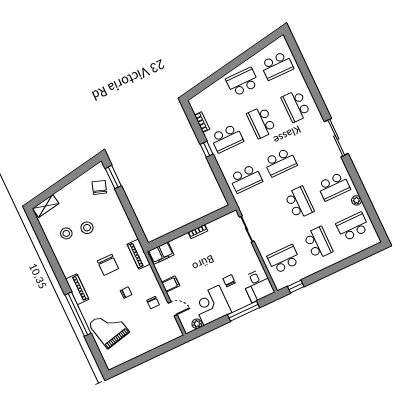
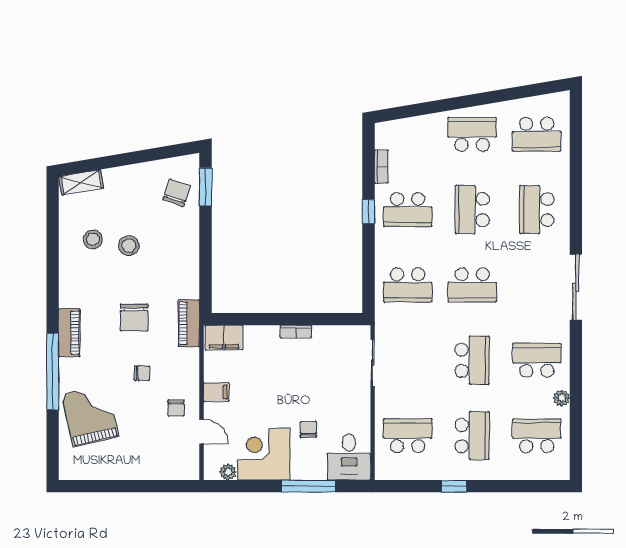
school desk: (334, 186) -> (537, 360), turned 180
window: (296, 287) -> (454, 486), moved

